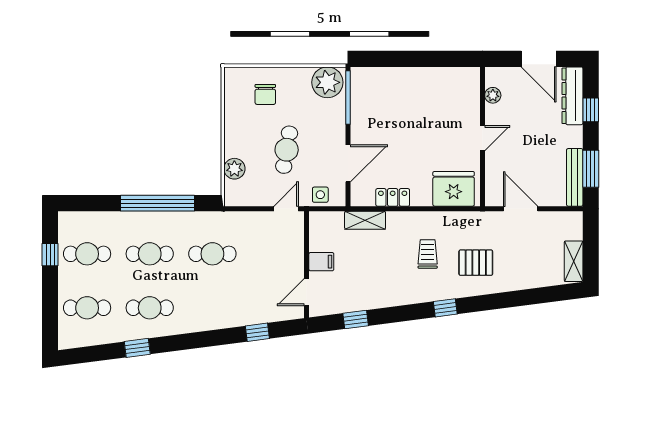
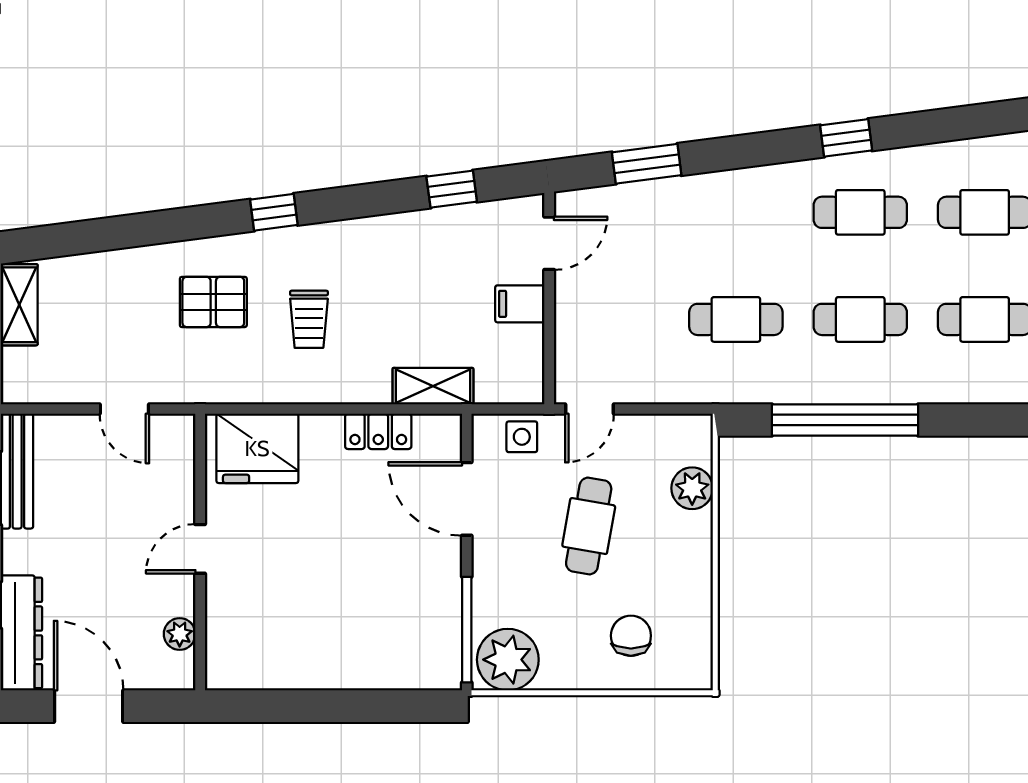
door: (348, 163) -> (467, 499), hinge flipped
door: (521, 209) -> (124, 409), width x0.73
window: (257, 332) -> (647, 164), width x1.50
window: (137, 348) -> (846, 138), moved

